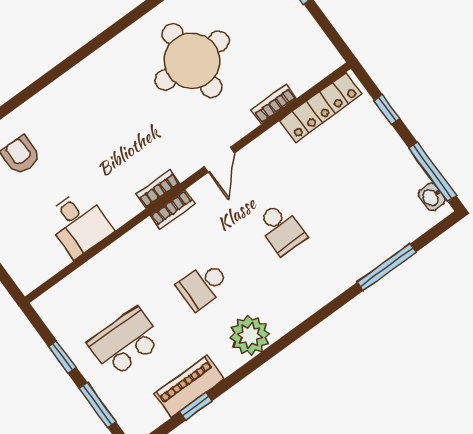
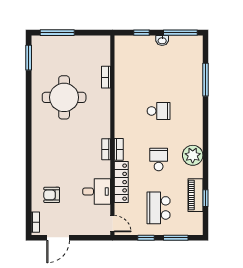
locker: (321, 107) -> (121, 182), moved
door: (219, 160) -> (112, 224), moved
washbasin: (432, 197) -> (162, 40), moved
school desk: (203, 285) -> (159, 159), turned 180

